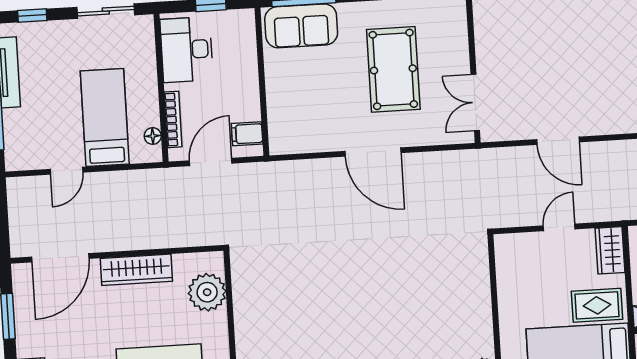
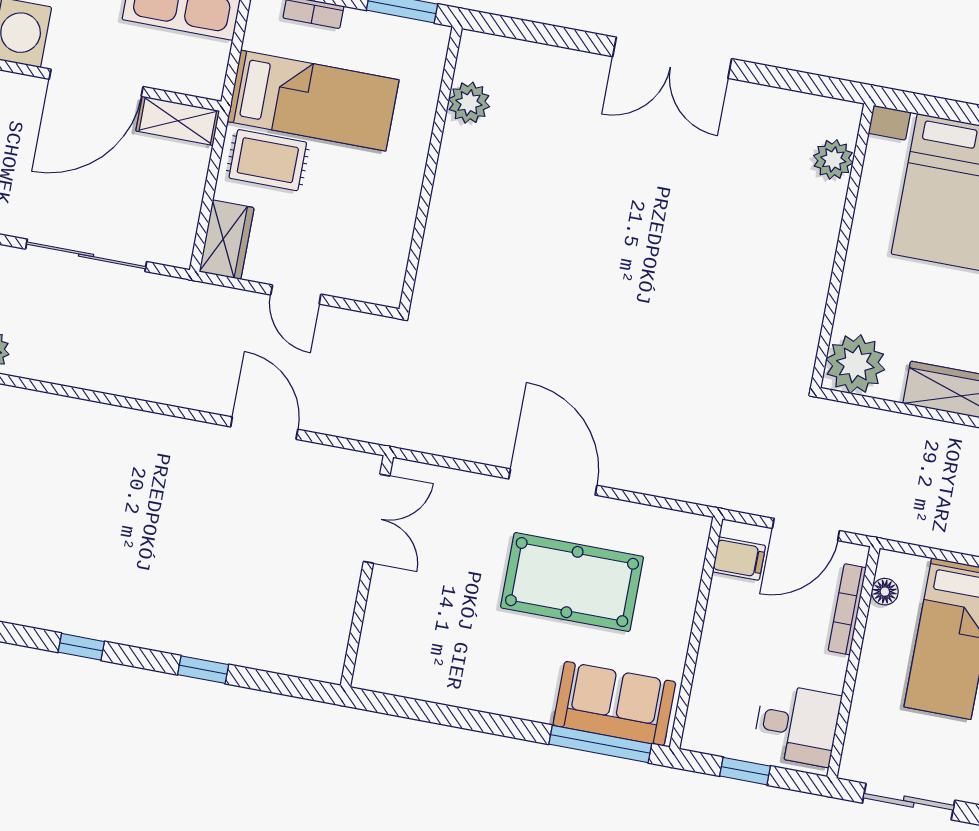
desk: (187, 50) -> (797, 725), width x0.73
pool table: (393, 69) -> (572, 582), moved, turned 90
door: (559, 227) -> (296, 295), hinge flipped
plant: (207, 292) -> (855, 364), moved

